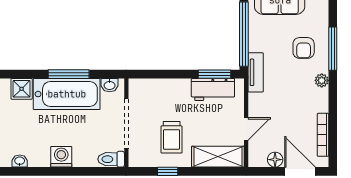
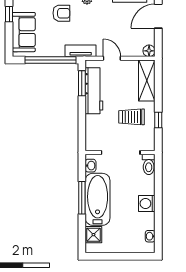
workbench: (213, 89) -> (94, 91), width x1.38
door: (246, 129) -> (112, 58), moved
trolley: (172, 137) -> (131, 117), turned 180
floor lamp: (275, 160) -> (149, 51), moved

